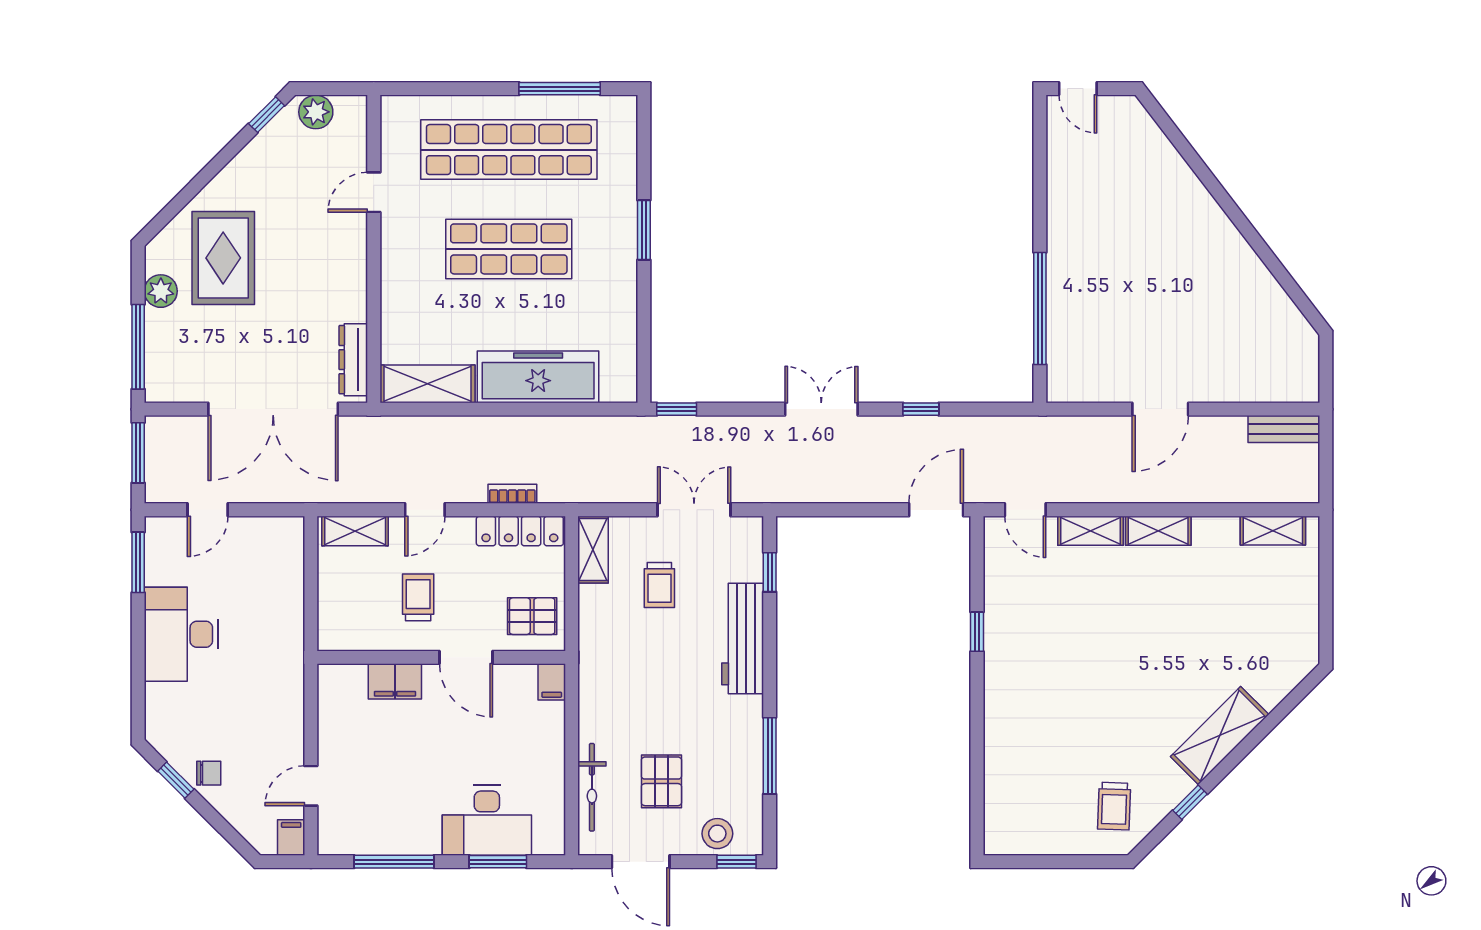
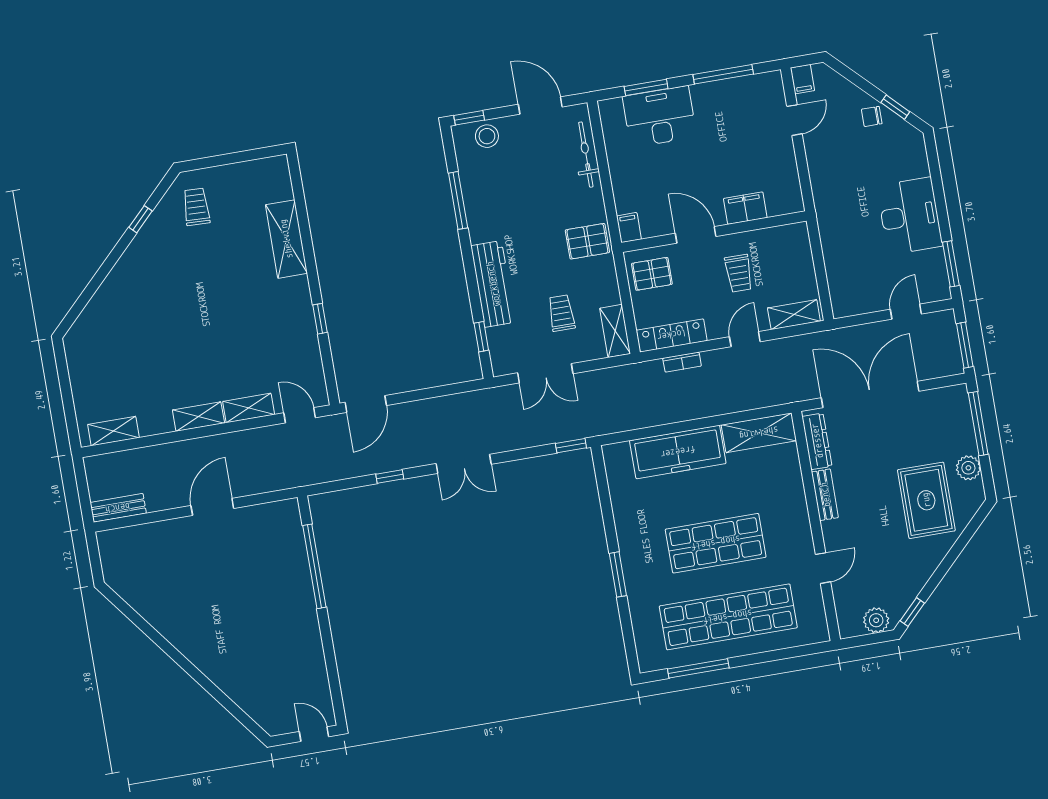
bench: (355, 288) -> (825, 495), added
shelving: (1220, 736) -> (286, 239), moved, turned -45
pallet: (661, 781) -> (587, 241), moved, turned 90

